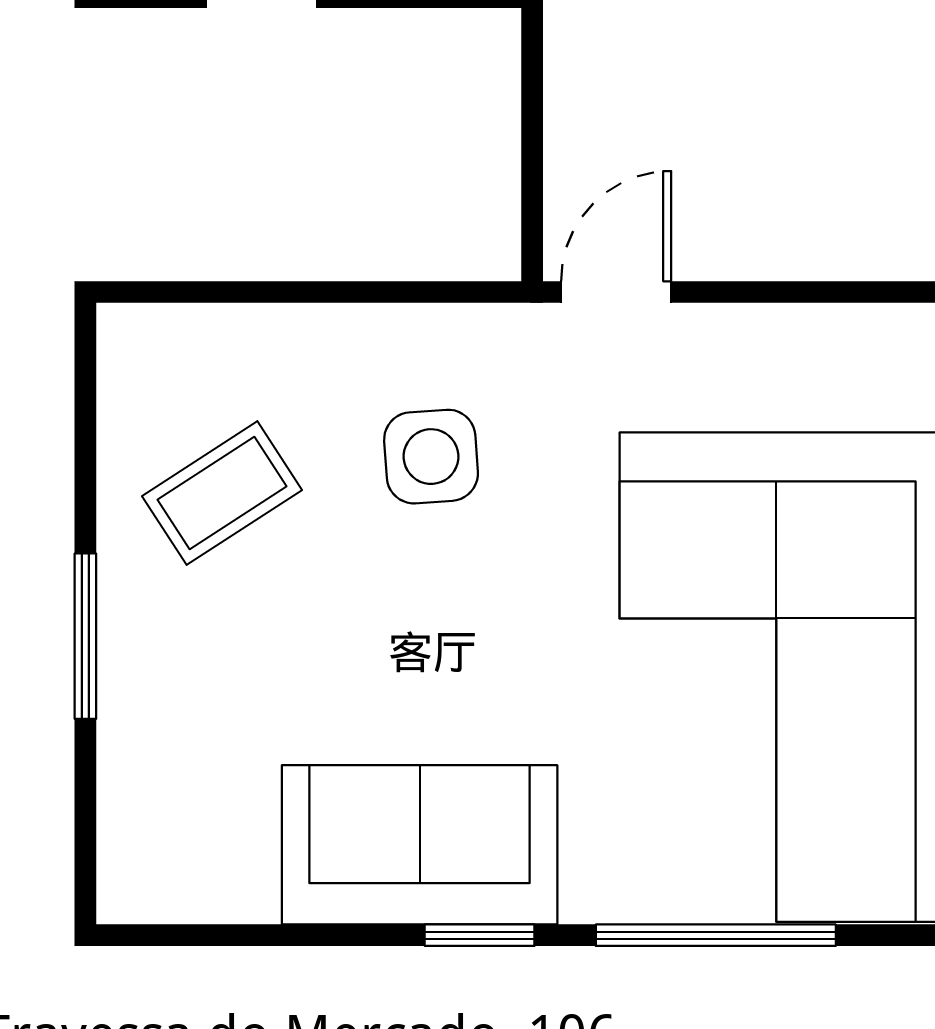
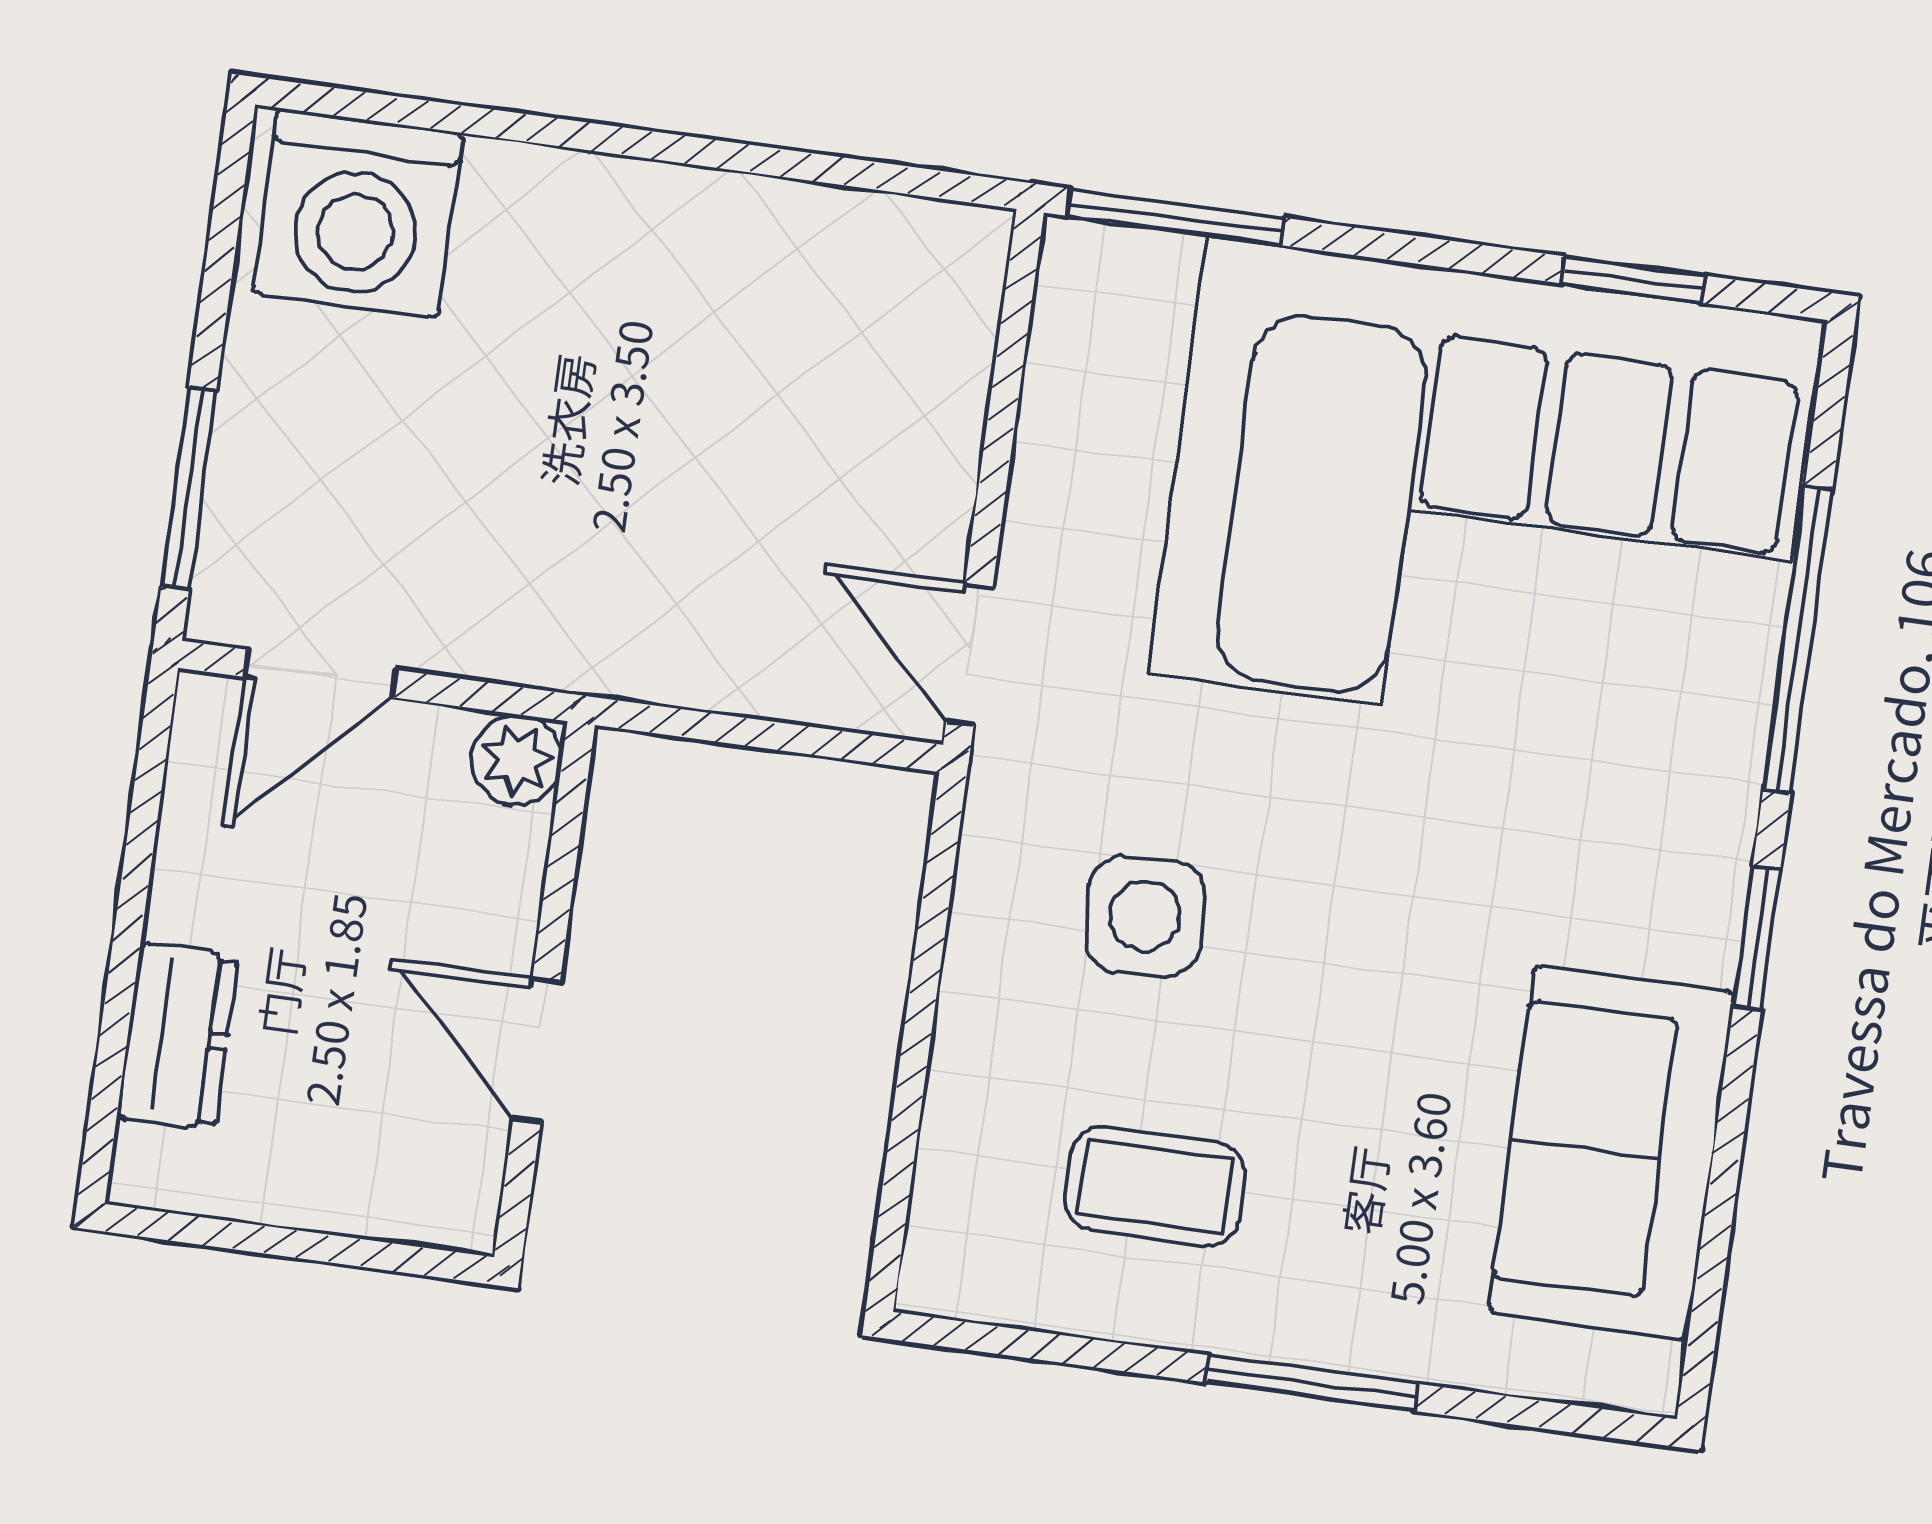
coffee table: (222, 493) -> (1155, 1186), turned -57
sofa: (420, 845) -> (1611, 1152), moved

